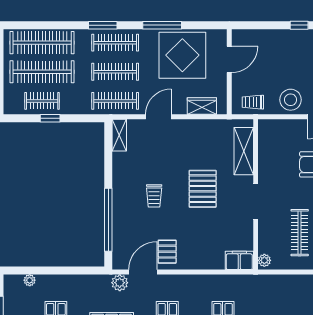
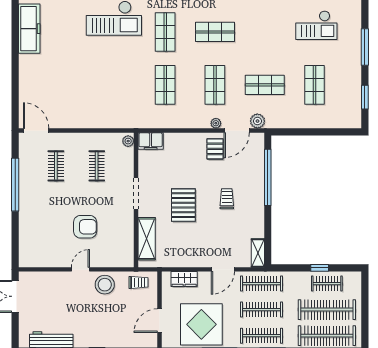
clothes rail: (300, 233) -> (97, 166), width x0.73
plant: (30, 280) -> (216, 123), moved

